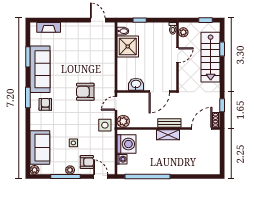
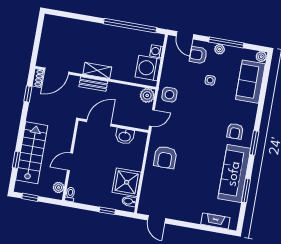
armchair: (85, 92) -> (165, 157), moved, turned 90

